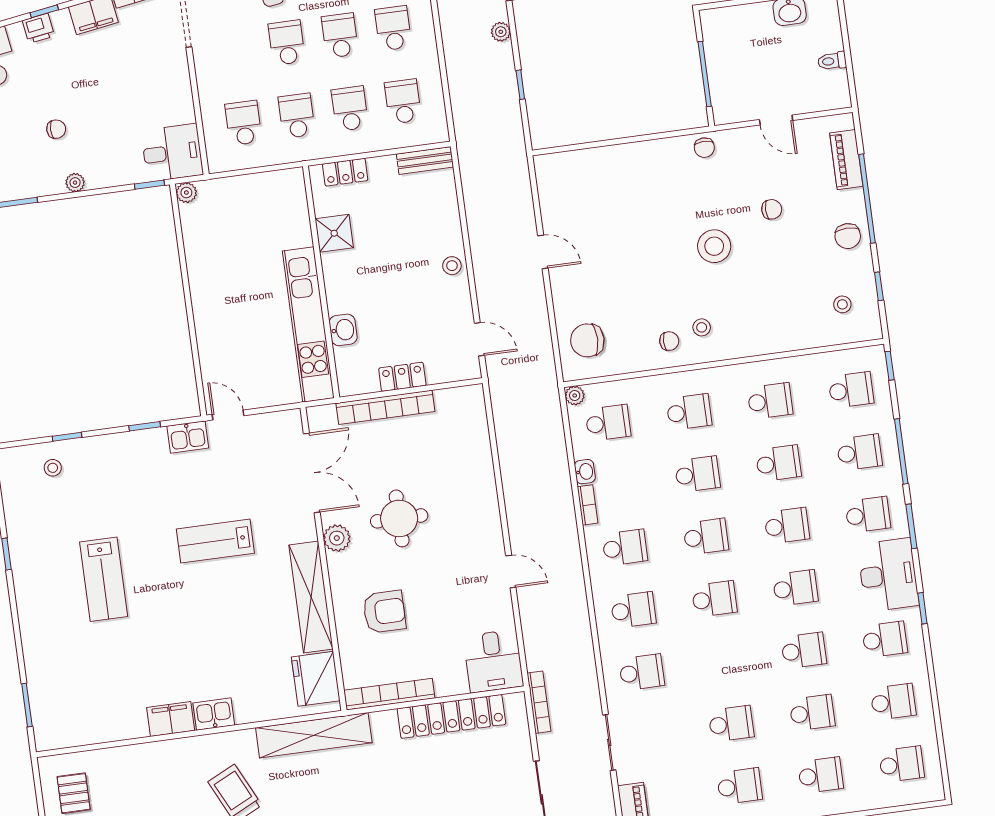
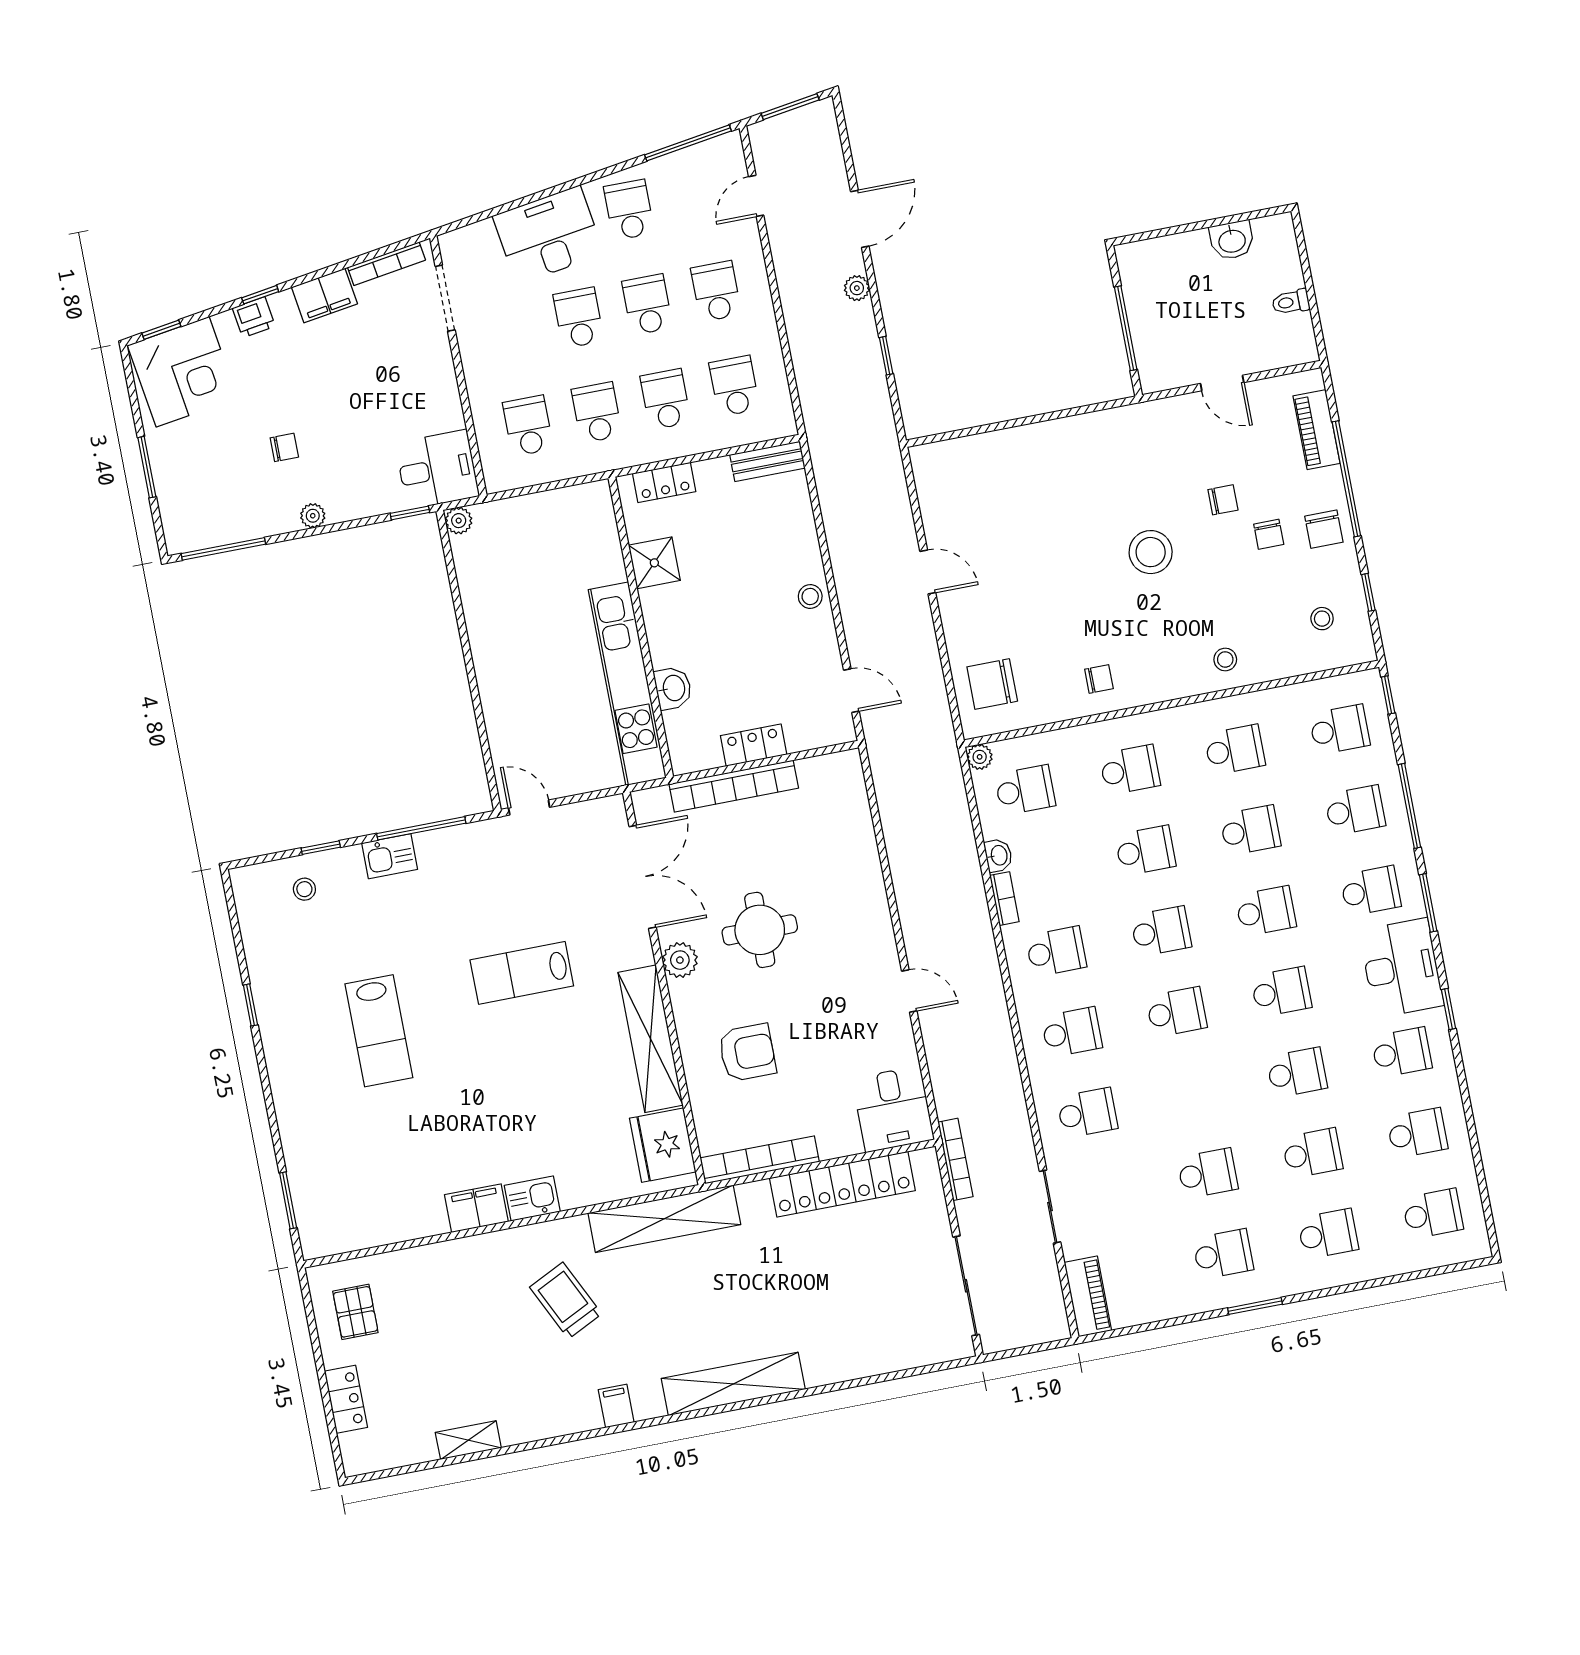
chair: (704, 148) -> (1269, 534), moved
stool: (702, 327) -> (1225, 659), moved
window: (145, 426) -> (421, 828), width x2.17
kitchen sink: (188, 437) -> (390, 856), moved

